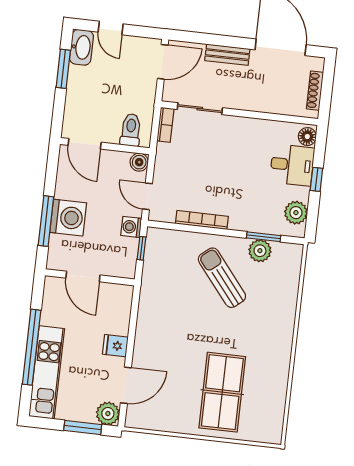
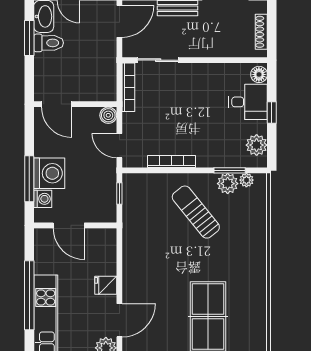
bookcase: (165, 125) -> (128, 87), width x1.56
toilet: (131, 130) -> (49, 43), moved, turned 90
washing machine: (131, 227) -> (43, 199), moved, turned 180
plant: (281, 249) -> (246, 180), added

